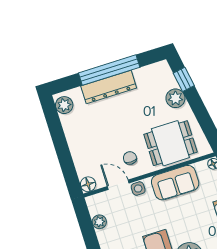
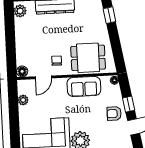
plant: (175, 98) -> (100, 27), removed
door: (118, 185) -> (43, 77), swing flipped
side table: (138, 189) -> (57, 84), removed

